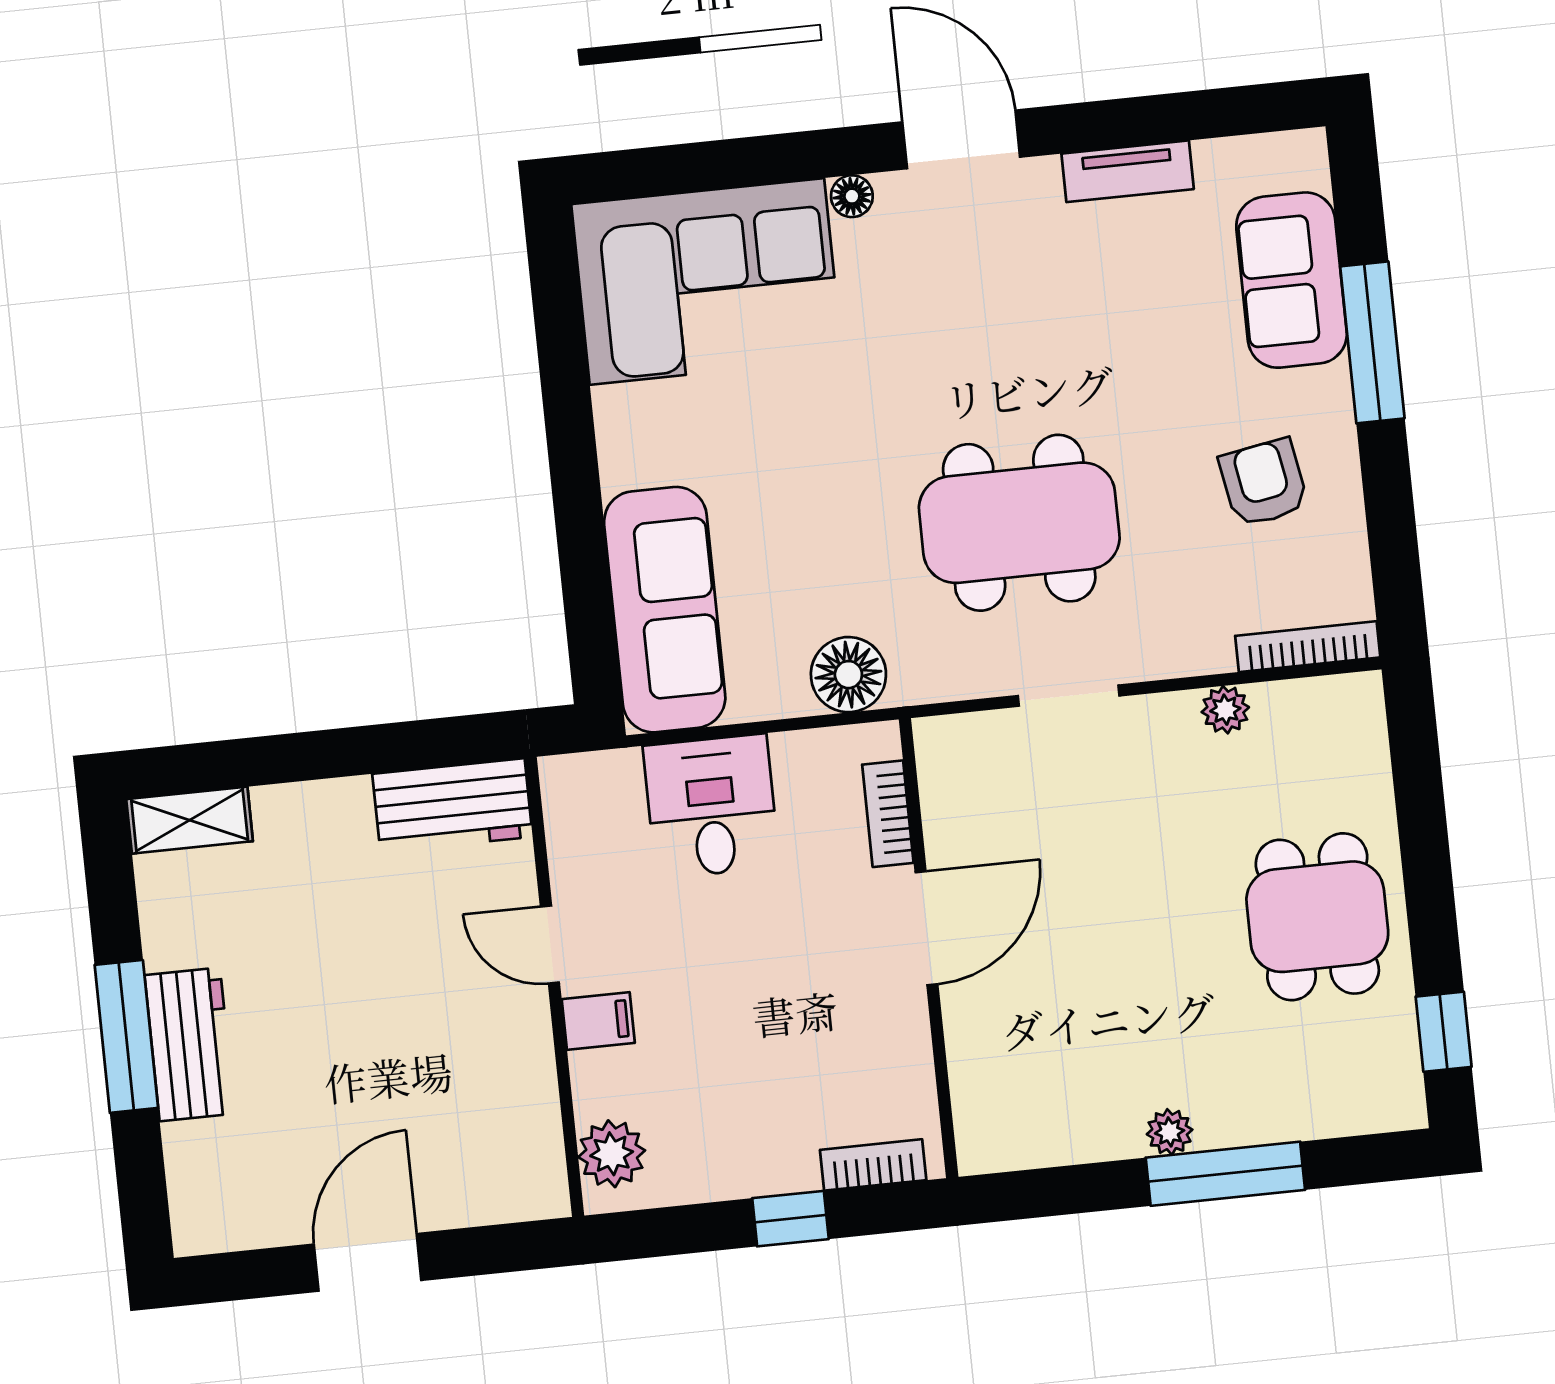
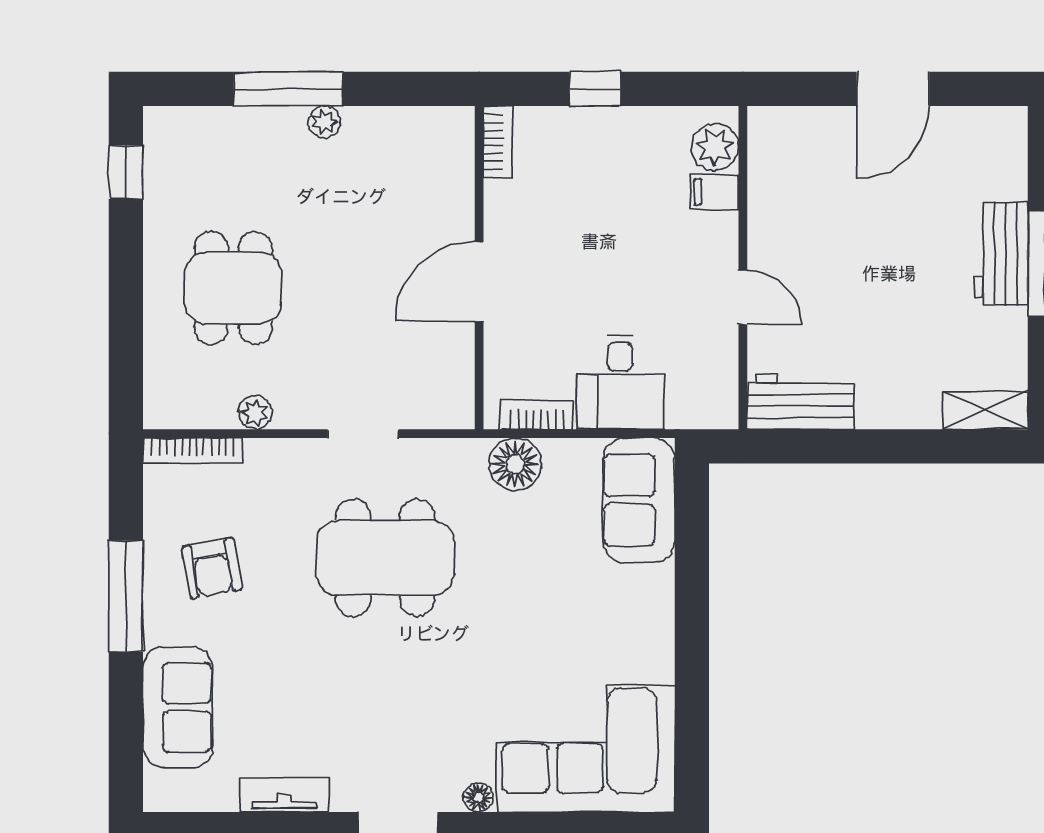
window: (1372, 342) -> (126, 596), moved
sofa: (665, 610) -> (639, 500), width x0.73
bookcase: (888, 814) -> (537, 415), moved, turned -90
dining table: (1317, 917) -> (233, 288), moved
filing cabinet: (598, 1021) -> (715, 192), moved
bookcase: (873, 1165) -> (498, 142), moved, turned -90

